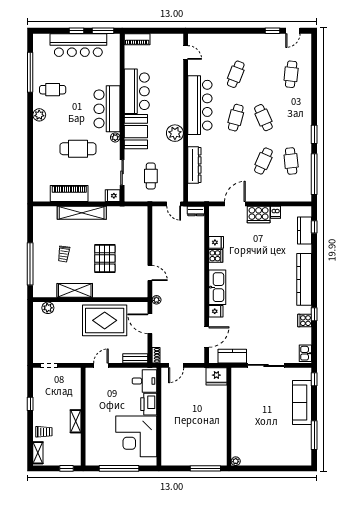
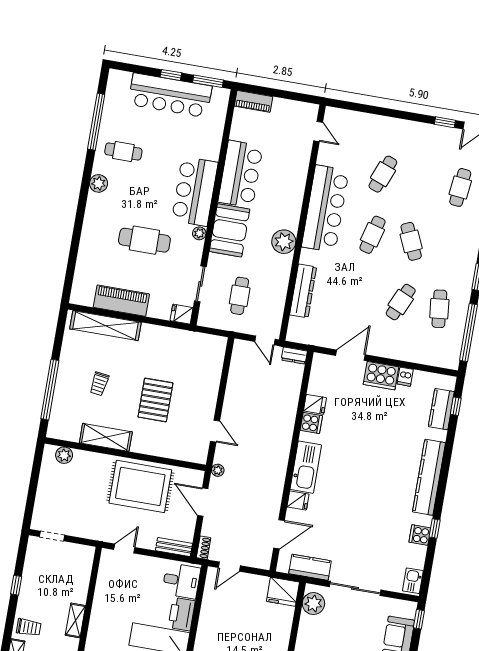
shelving: (82, 213) -> (105, 326), moved
plant: (239, 381) -> (313, 604), added

